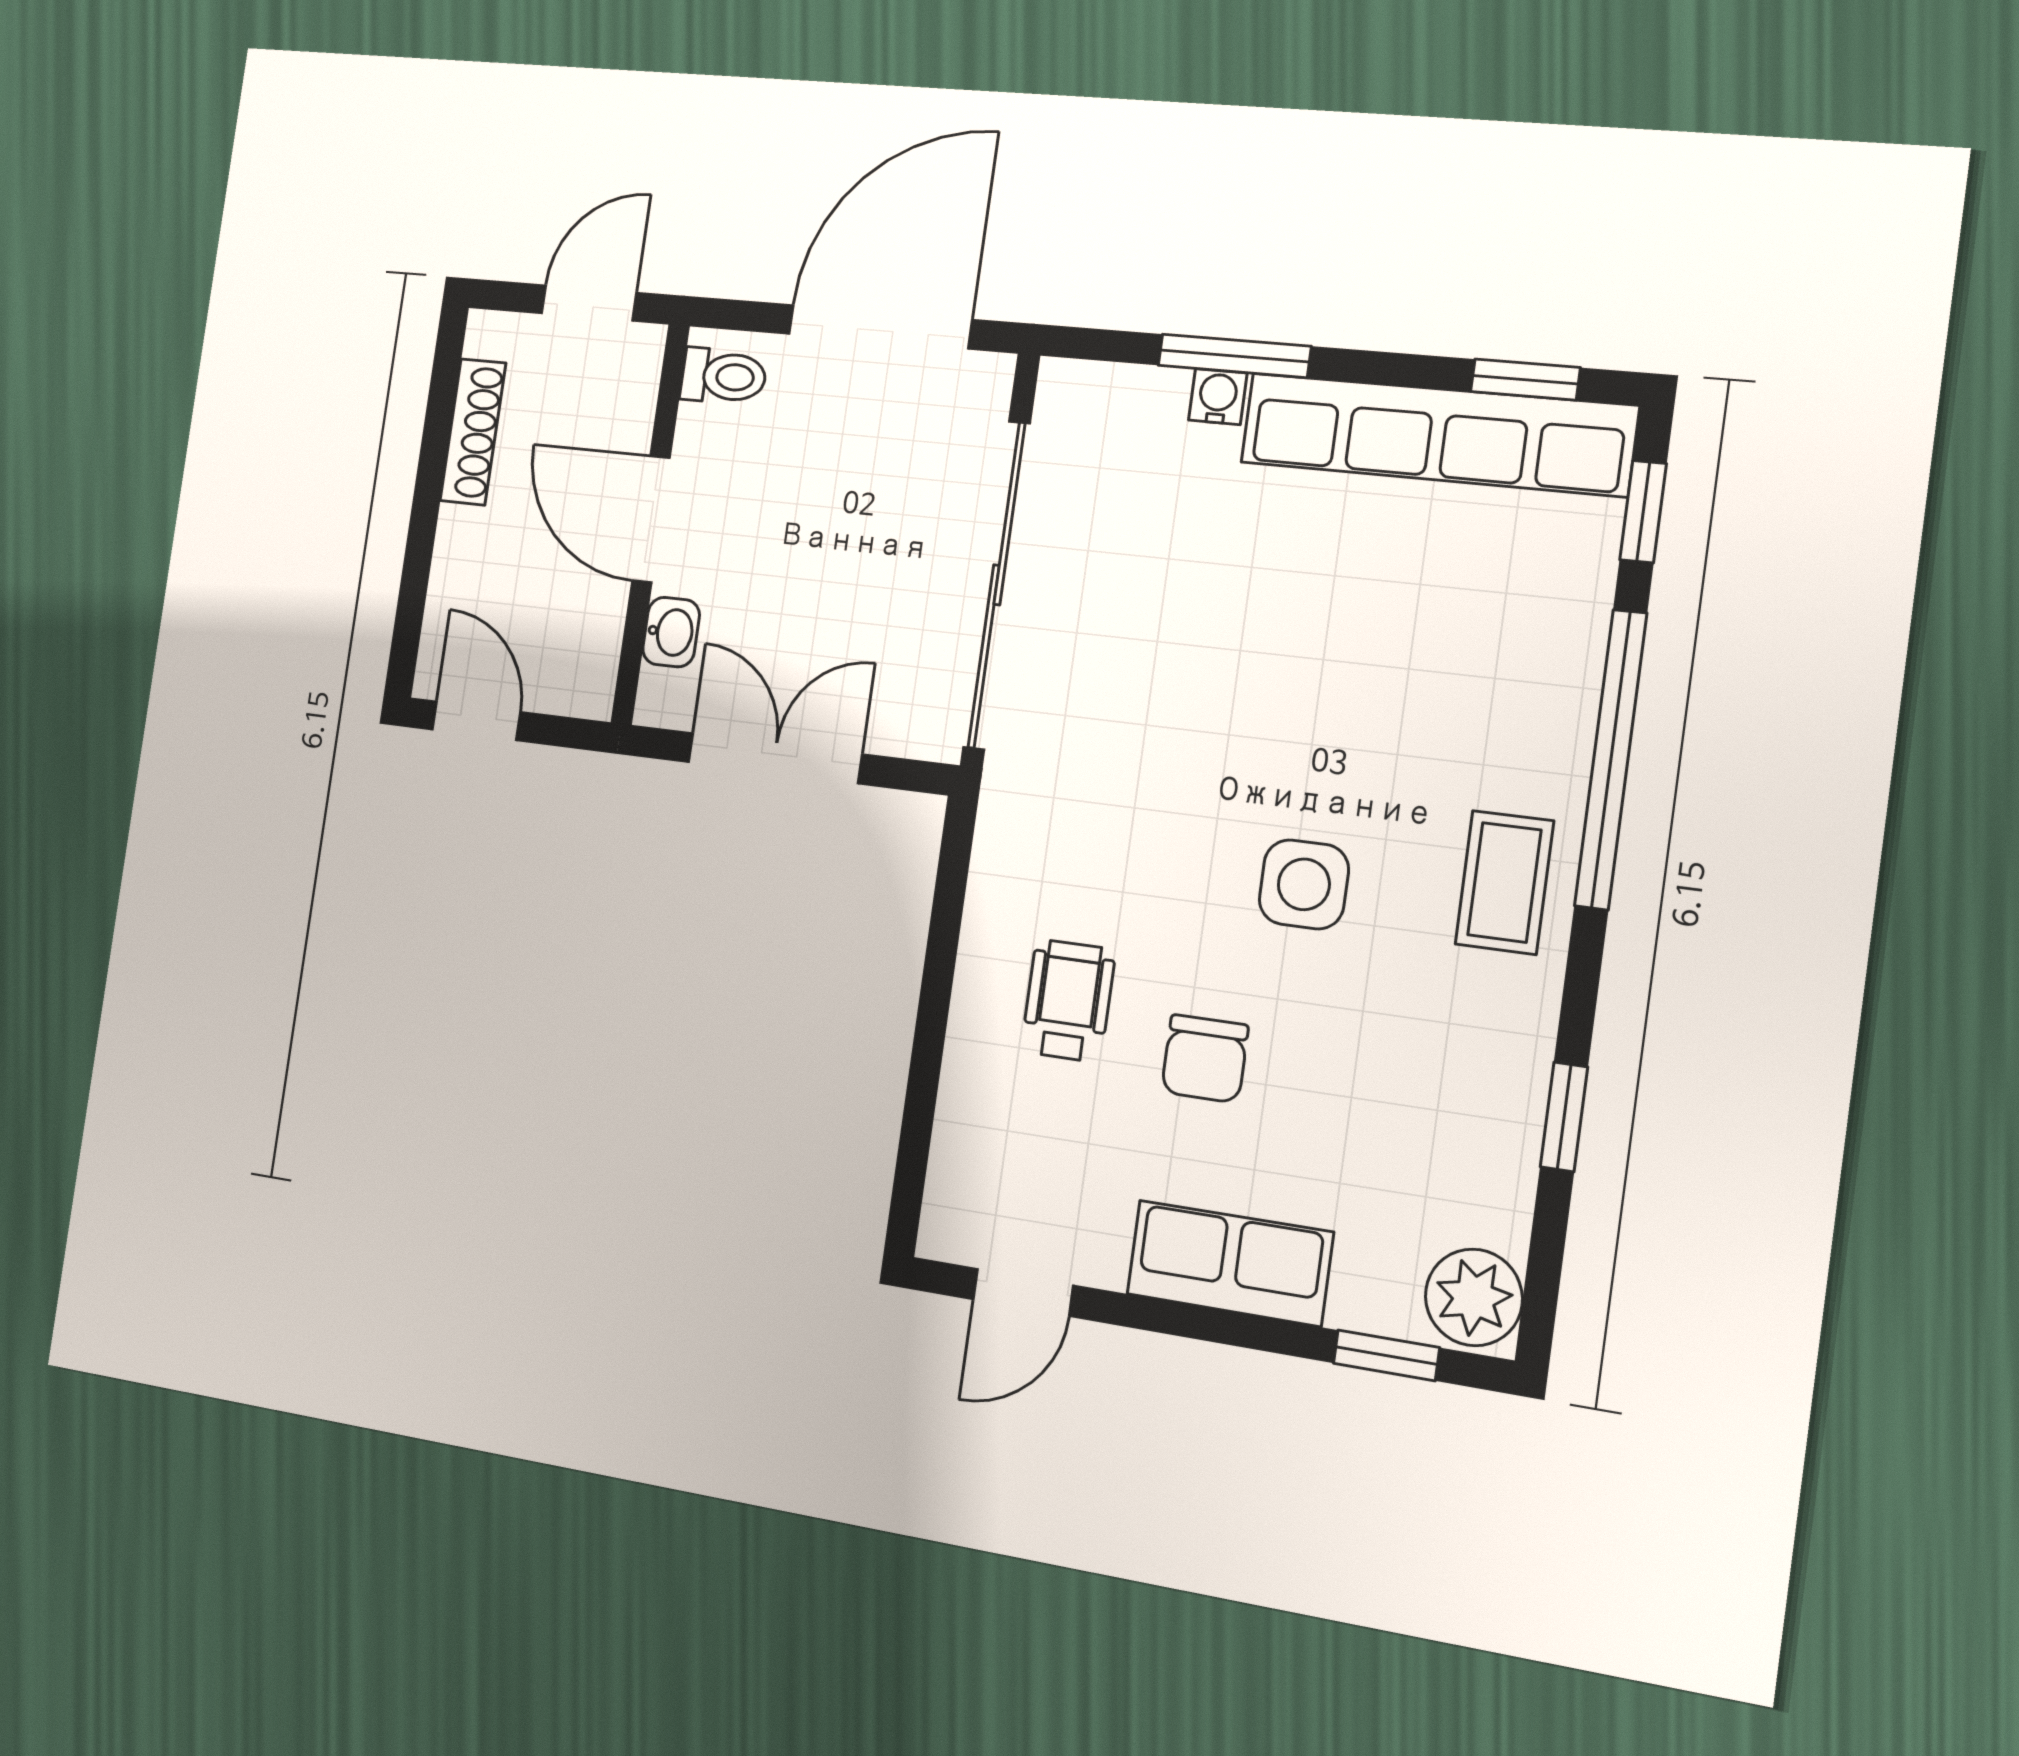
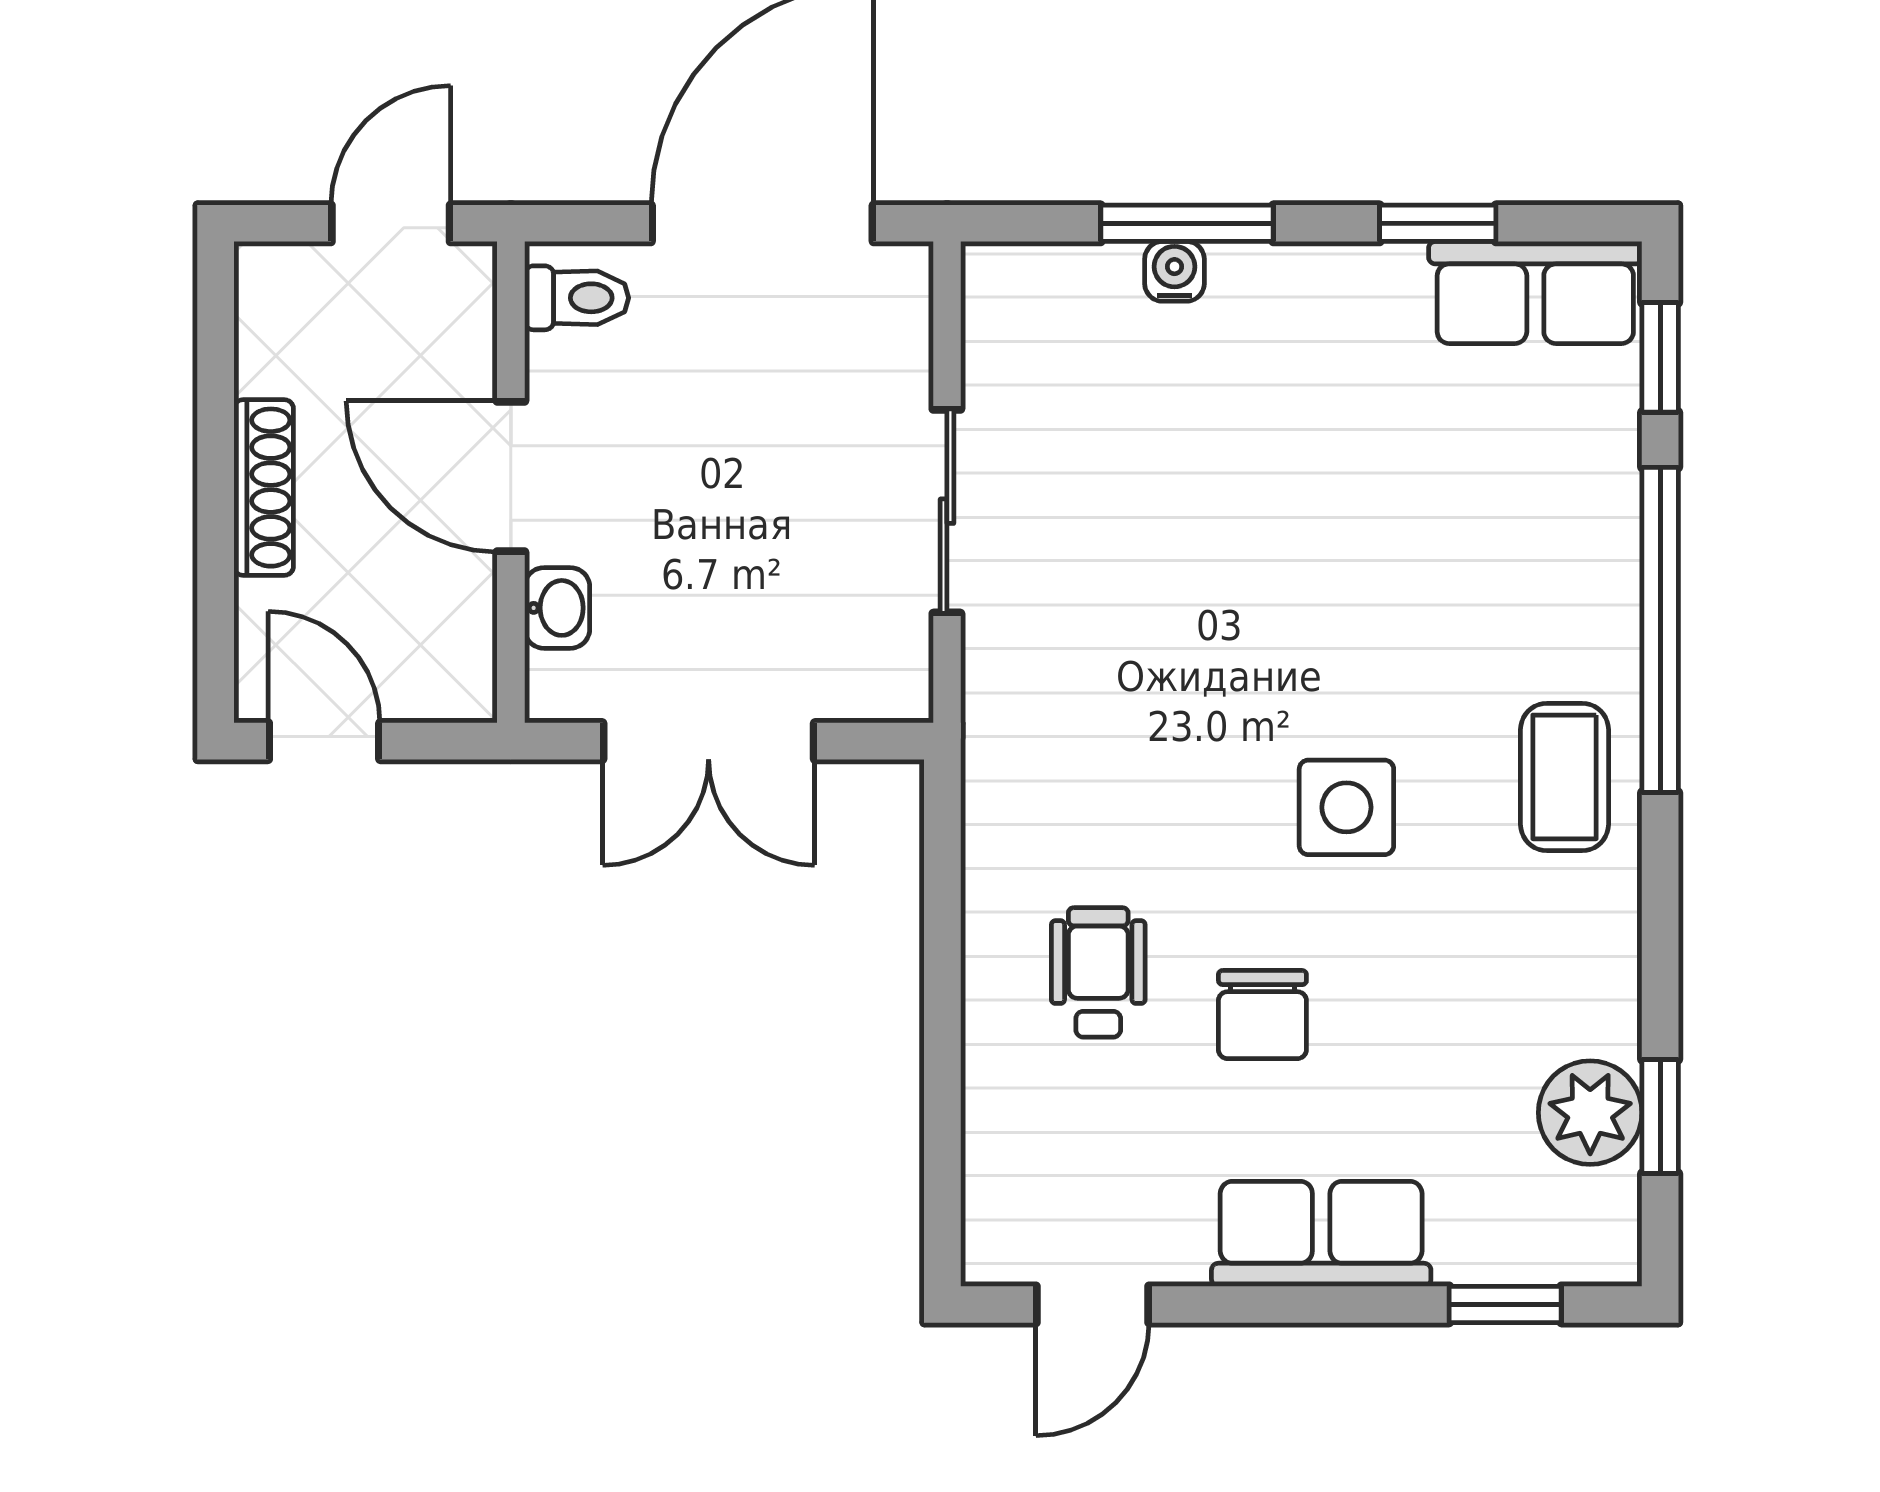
window: (1525, 380) -> (1438, 223), moved
shoe rack: (473, 432) -> (264, 488), moved
row of seats: (1437, 434) -> (1535, 292), width x0.50
sliding door: (997, 585) -> (947, 511), width x0.54
double door: (775, 758) -> (709, 741), swing flipped
window: (1564, 1117) -> (1660, 1117), moved
plant: (1474, 1297) -> (1590, 1113), moved

